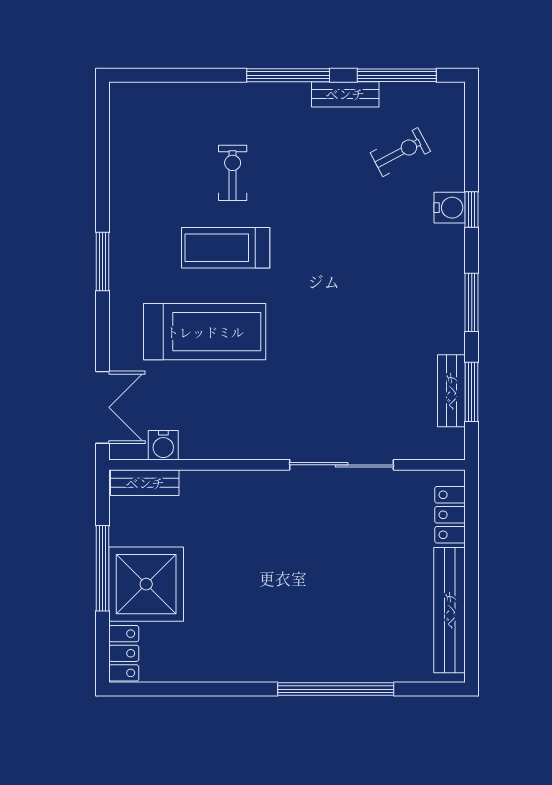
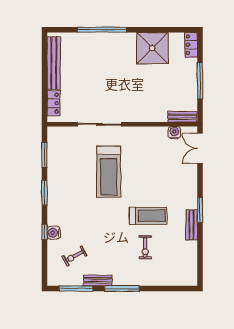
treadmill: (205, 332) -> (109, 172), moved, turned -90
bench: (451, 391) -> (192, 225), moved
shower: (146, 584) -> (152, 48), moved

